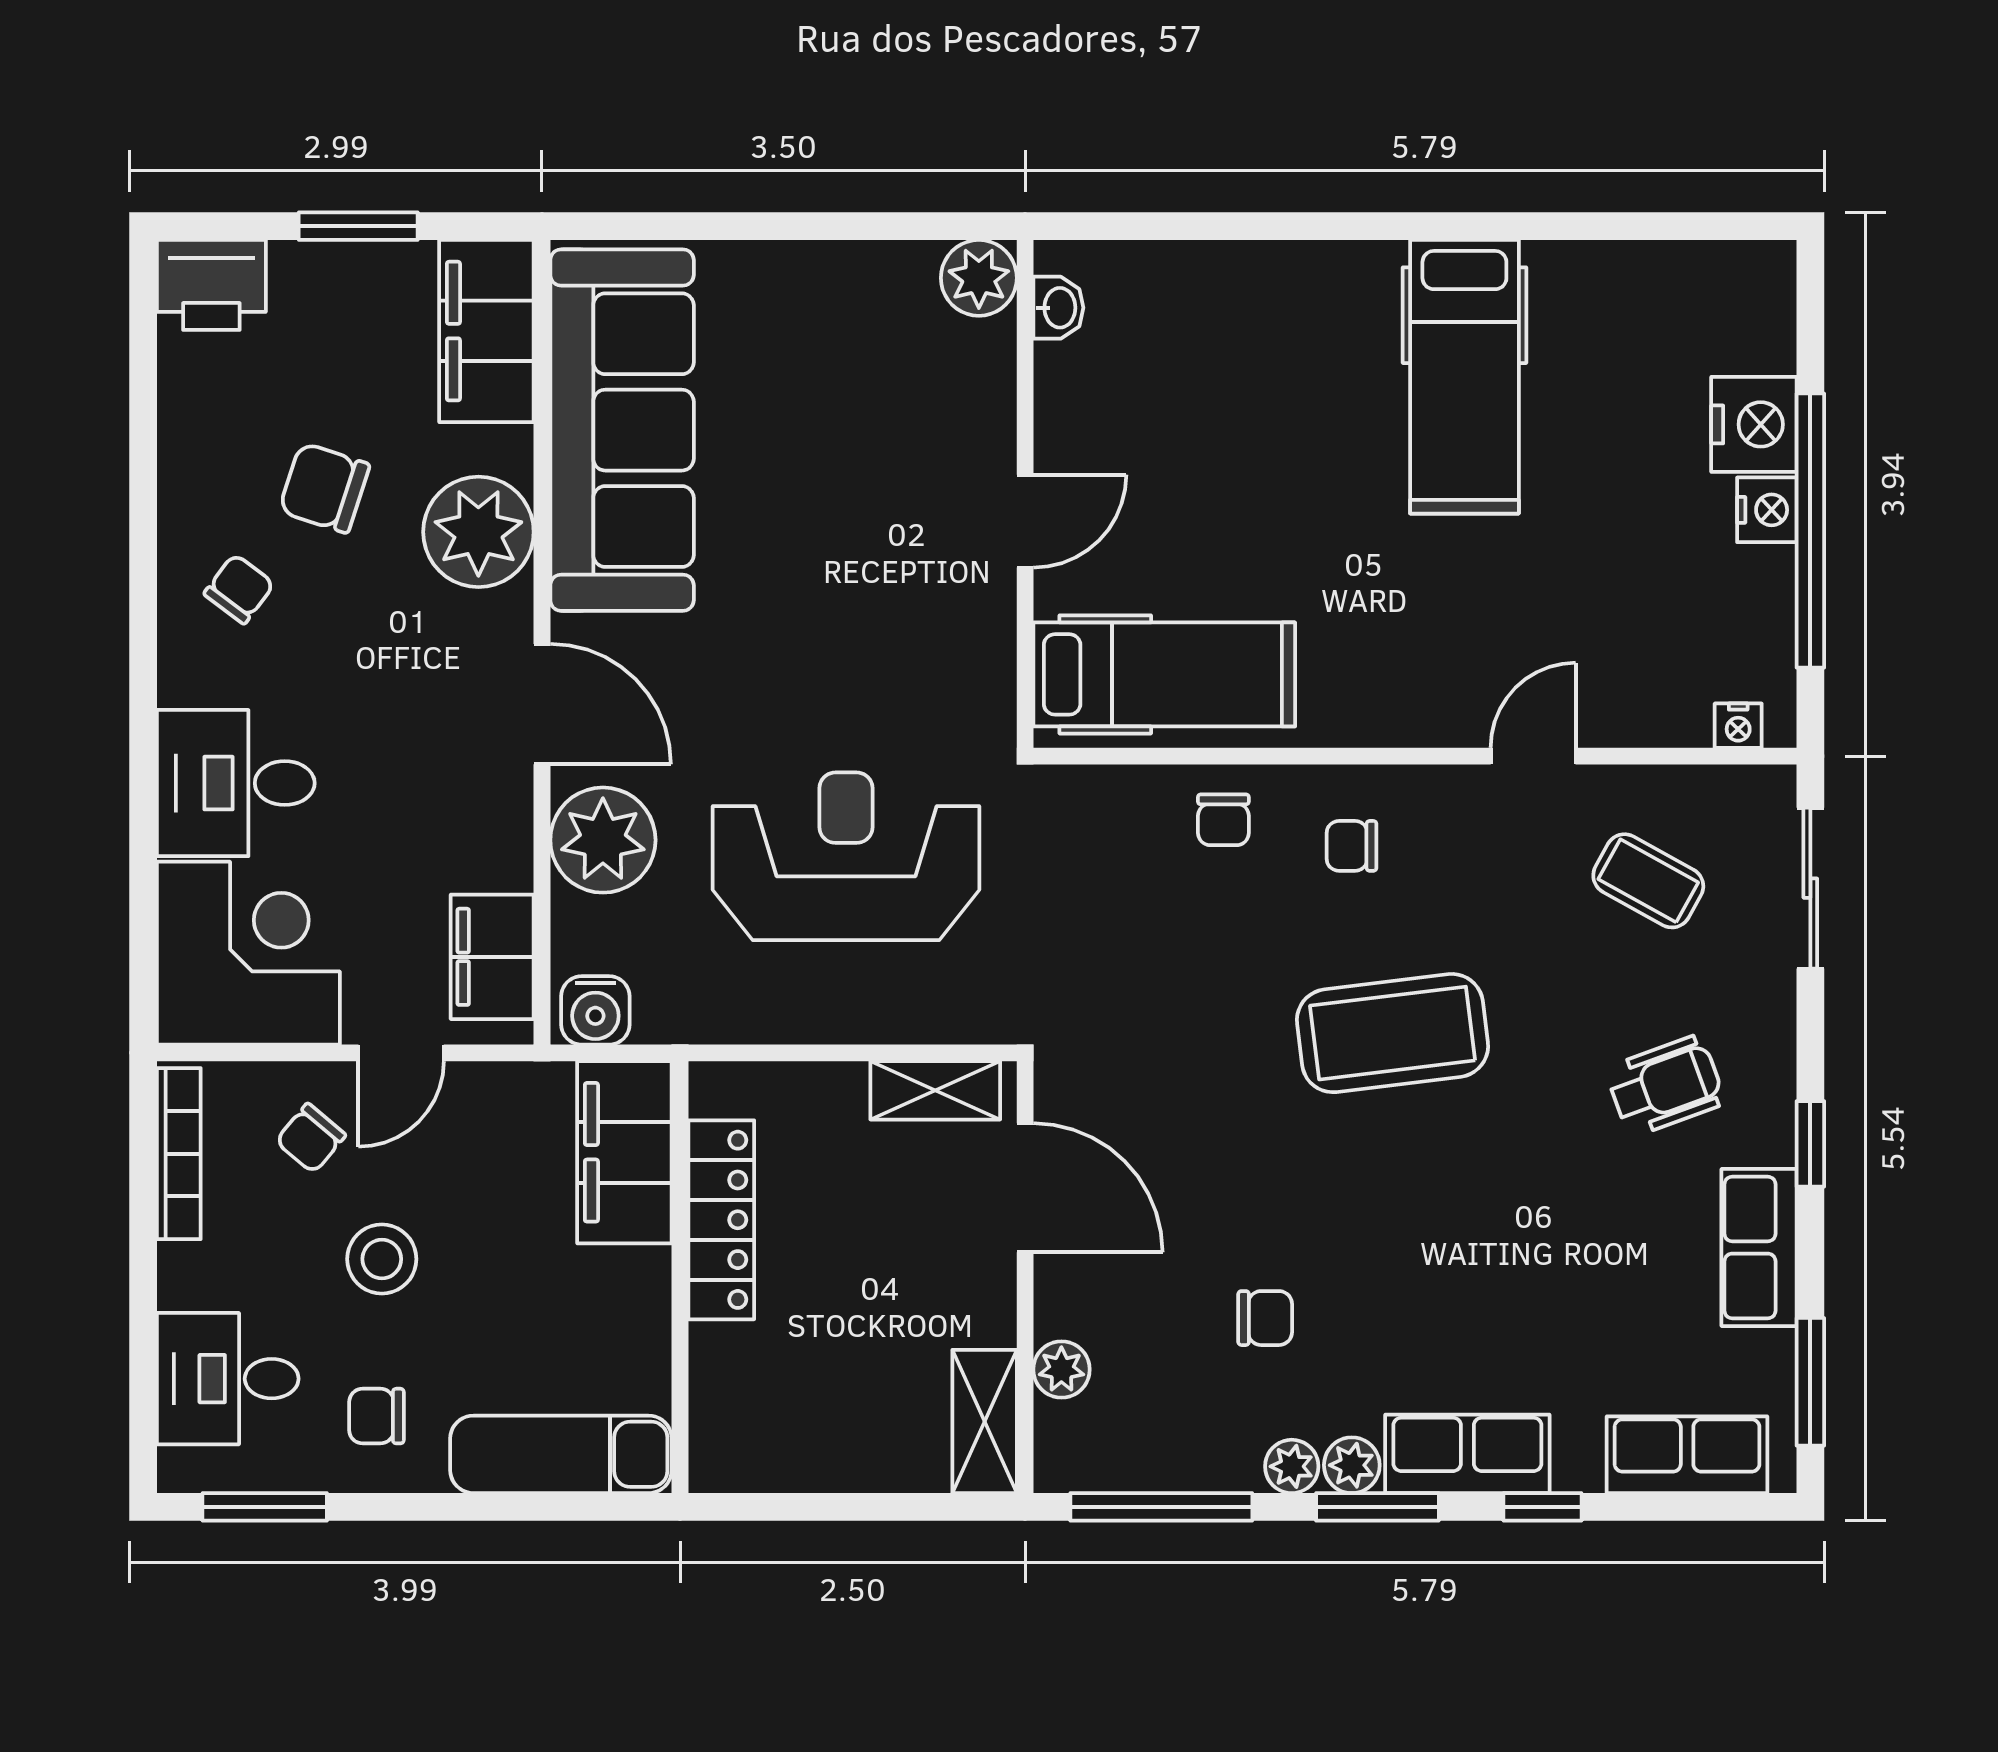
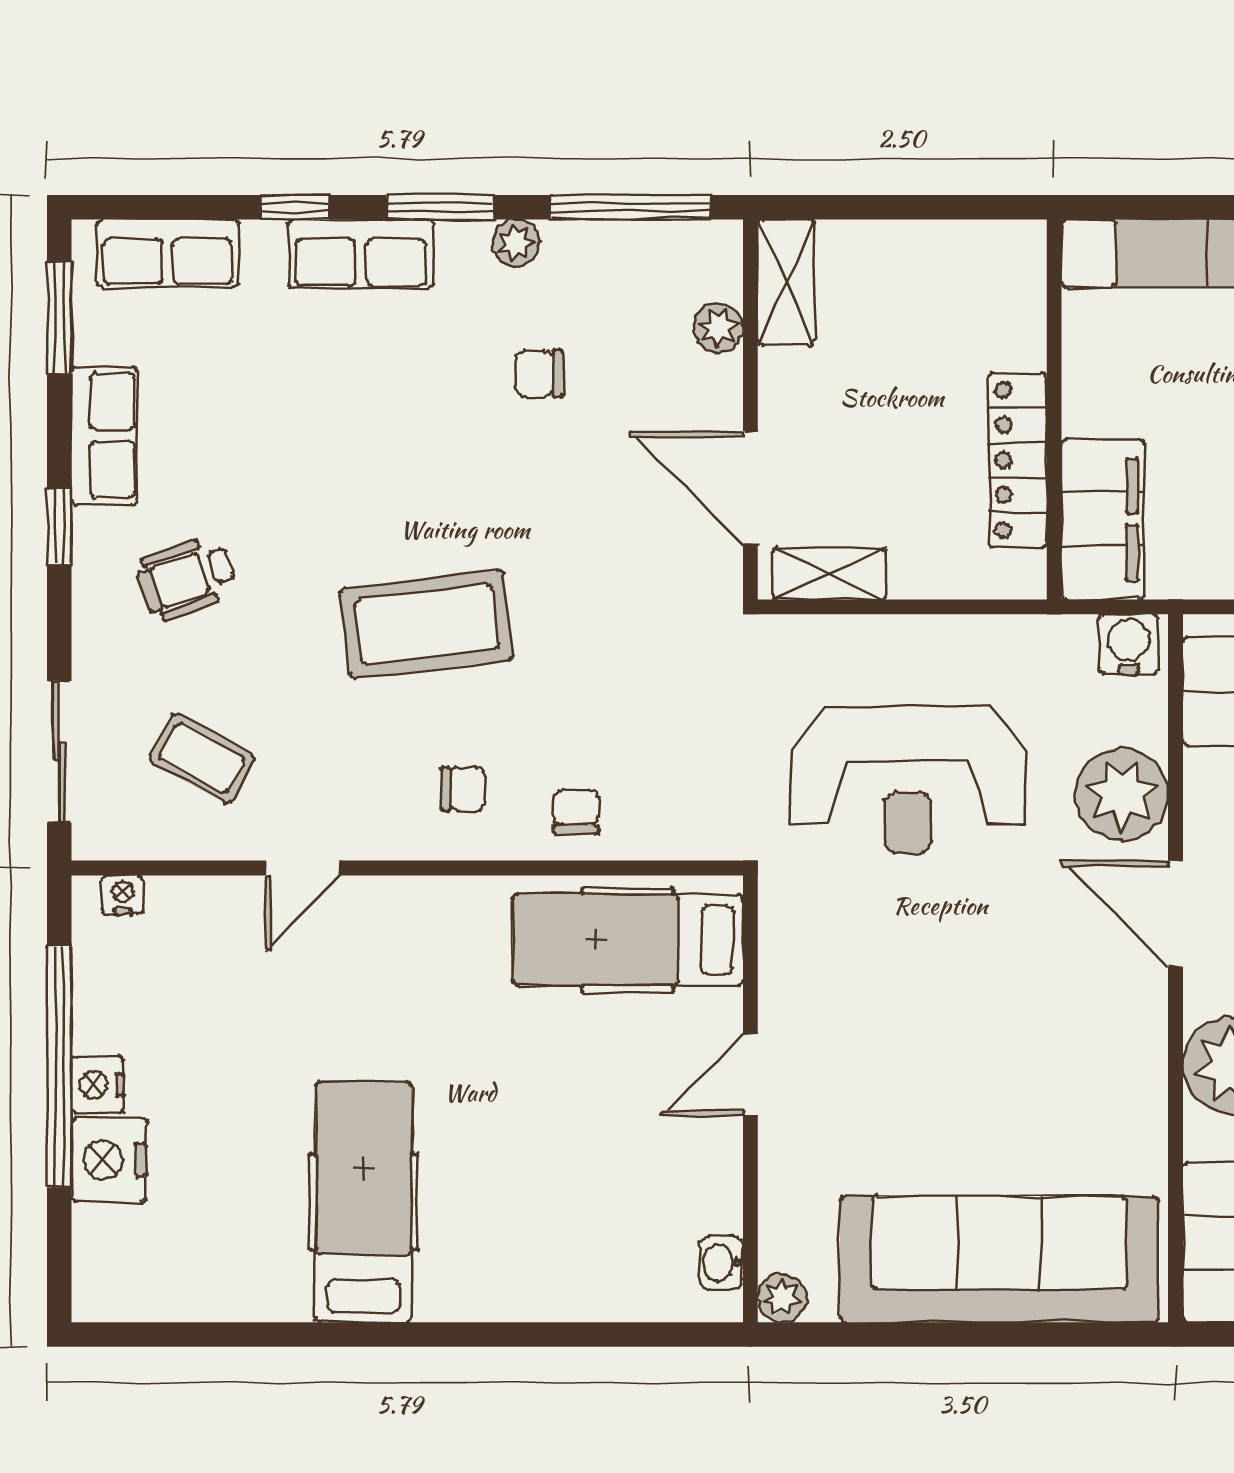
plant: (979, 278) -> (782, 1298), width x0.73, depth x0.73
sofa: (622, 430) -> (999, 1259), moved, turned 90
plant: (1352, 1465) -> (463, 244), removed

